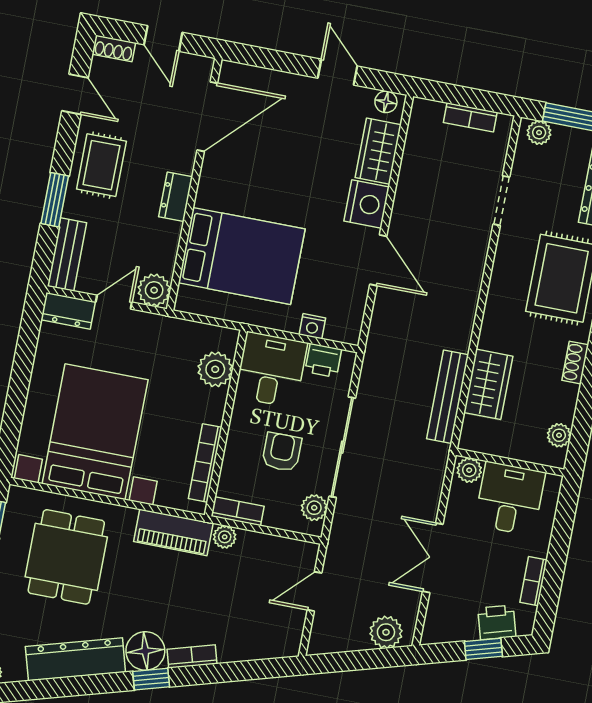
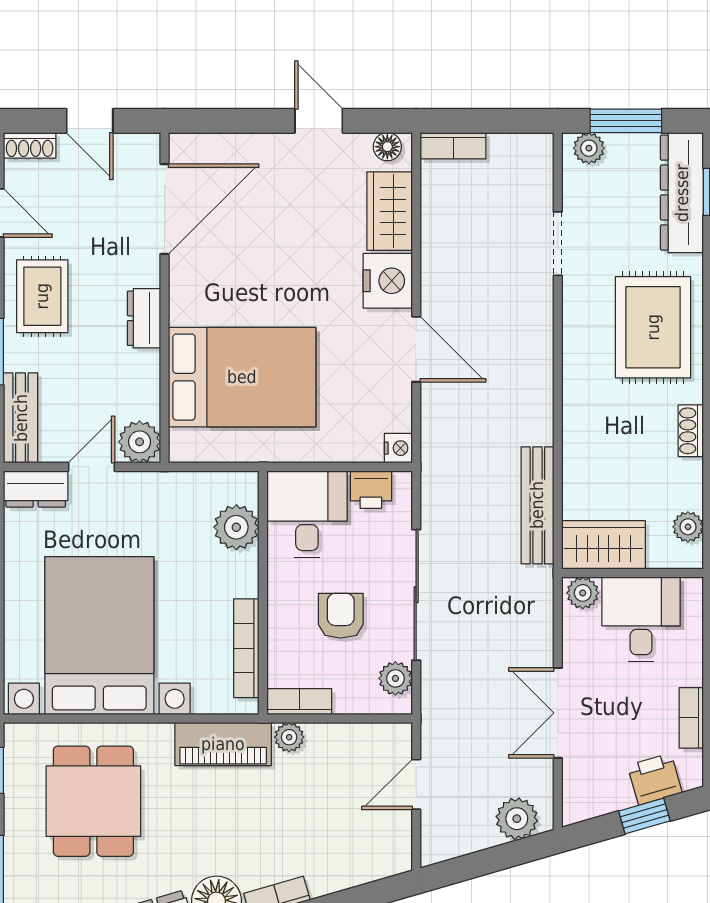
bookcase: (470, 117) -> (453, 146), moved
nightstand: (312, 326) -> (398, 448), moved, turned -90
wardrobe: (488, 384) -> (603, 545), moved, turned -90

